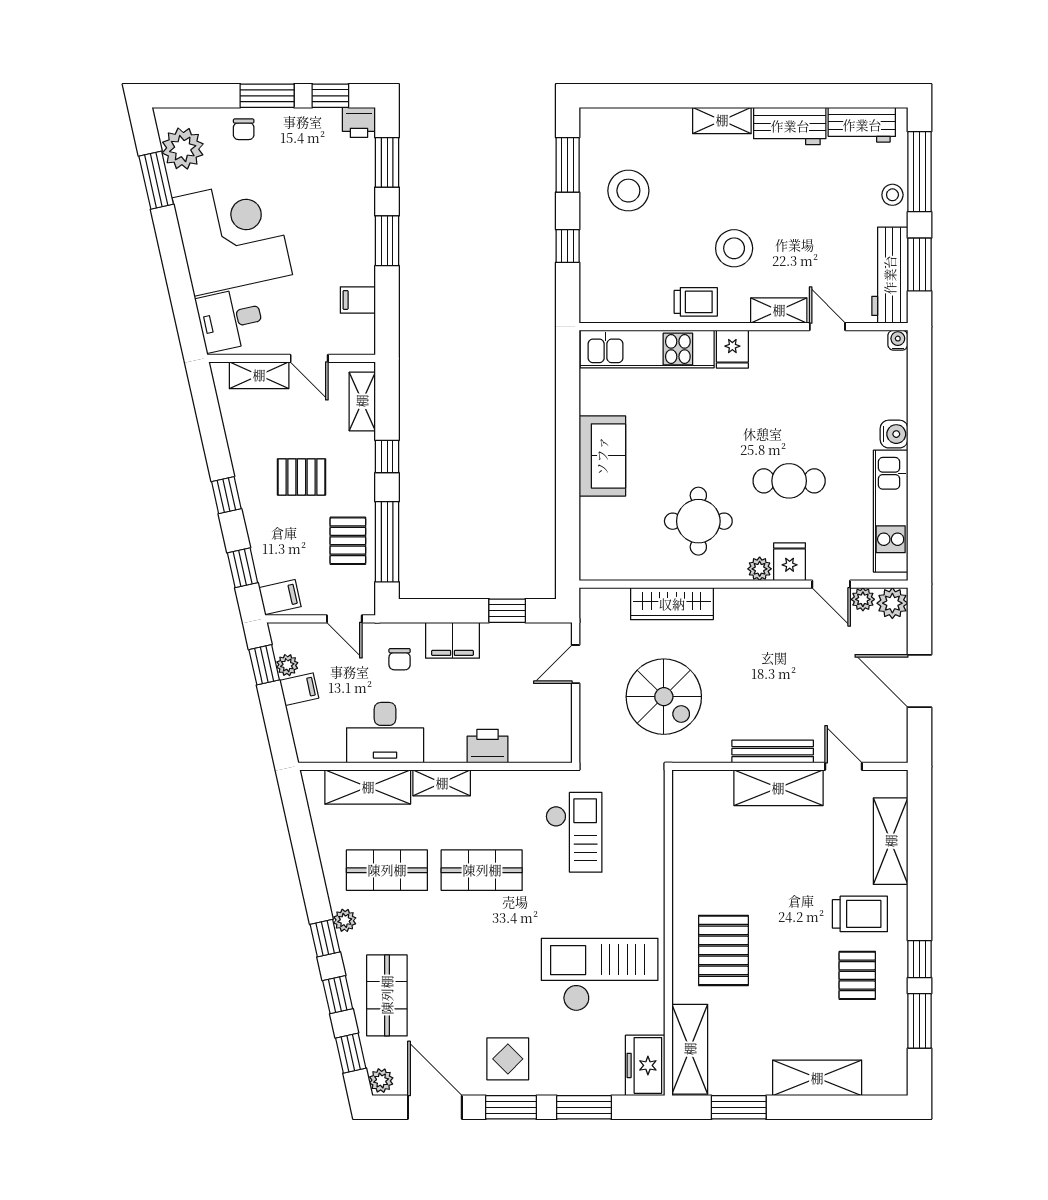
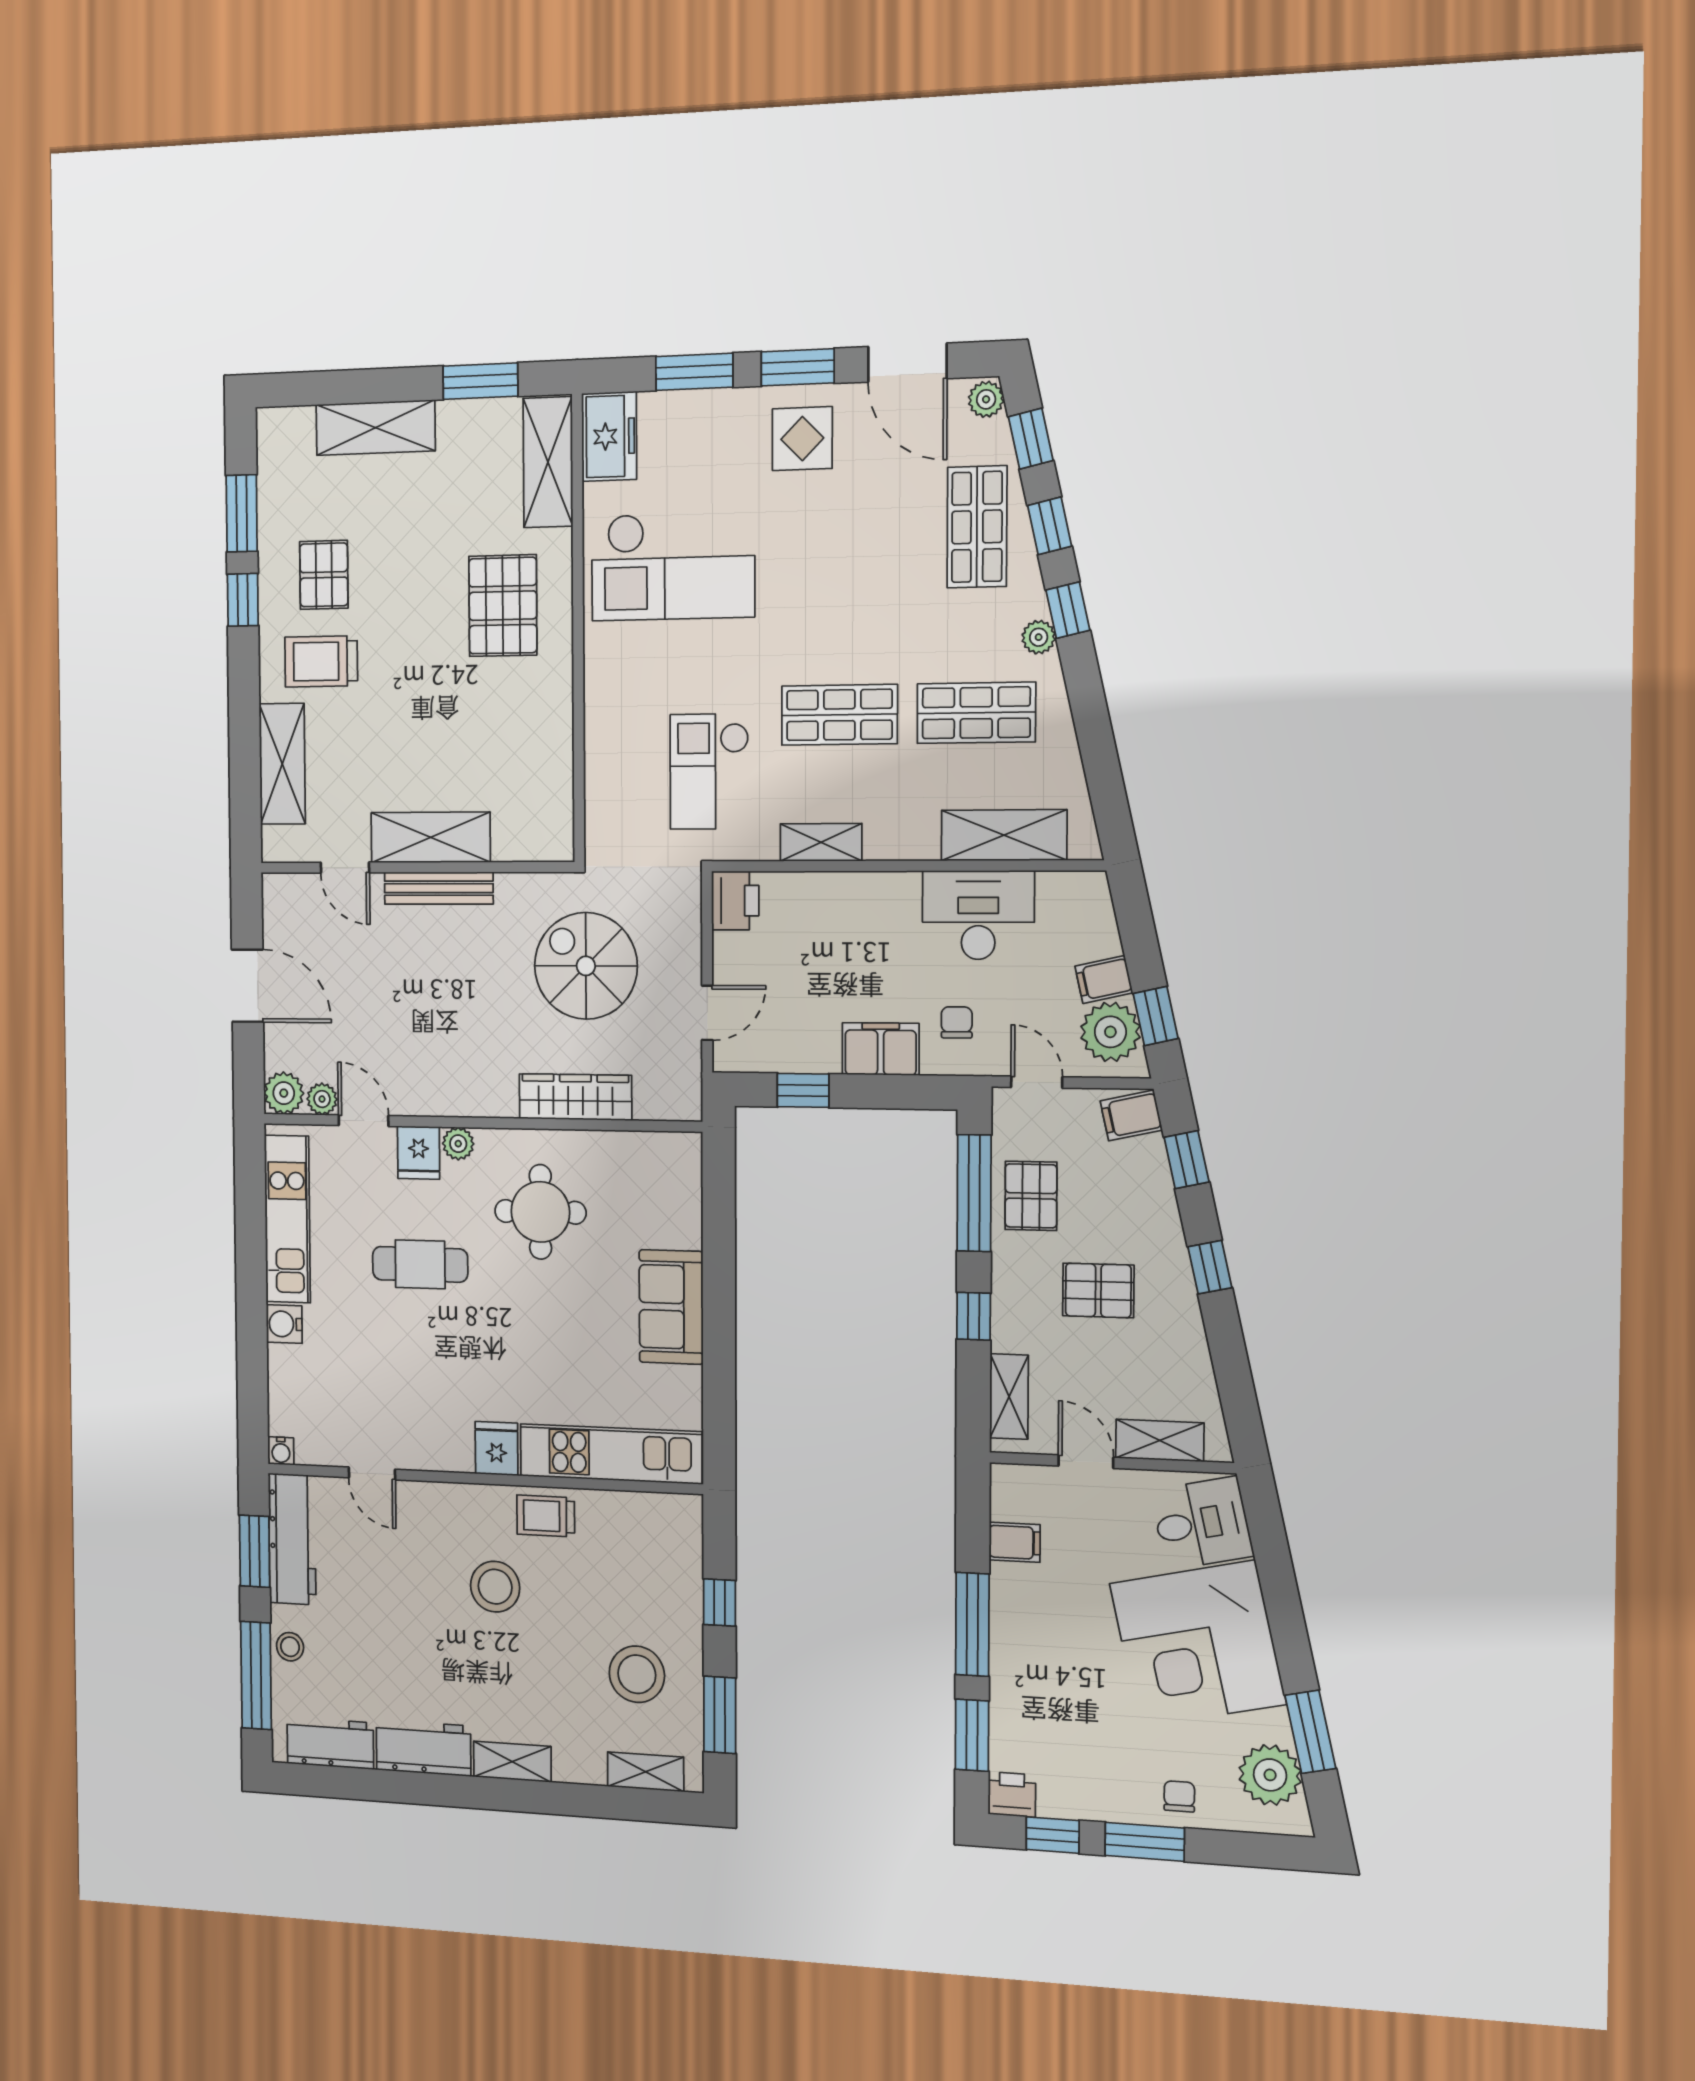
window: (387, 241) -> (972, 1624), width x1.44
shelving: (779, 310) -> (646, 1772), moved
plant: (287, 665) -> (1110, 1032), width x1.88, depth x1.88
printer: (488, 746) -> (735, 901), moved, turned -90
shelving: (442, 783) -> (821, 842), moved

